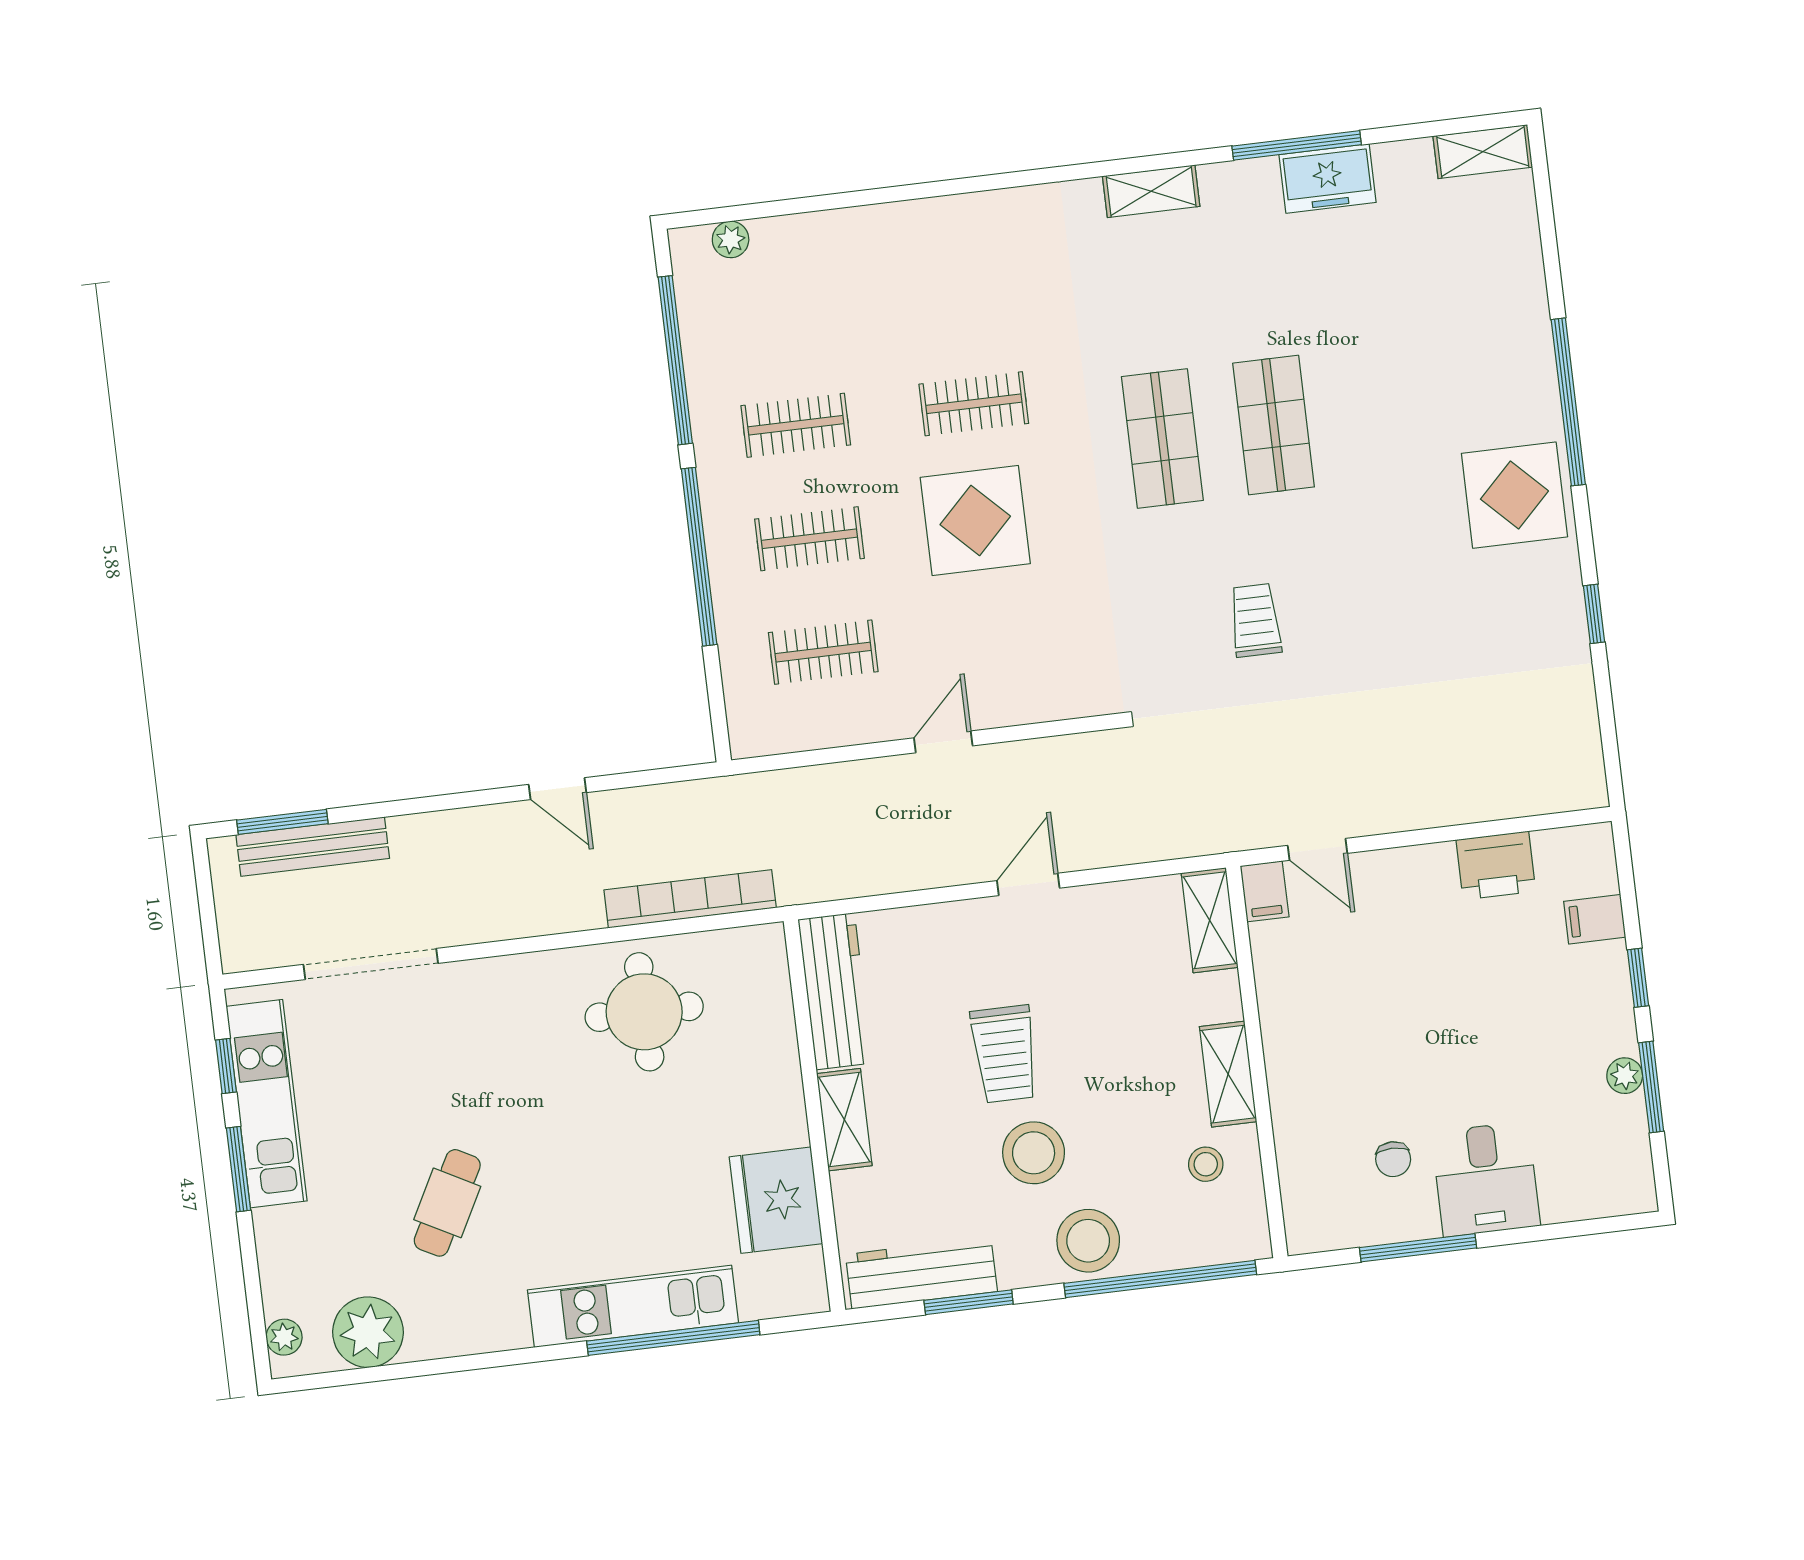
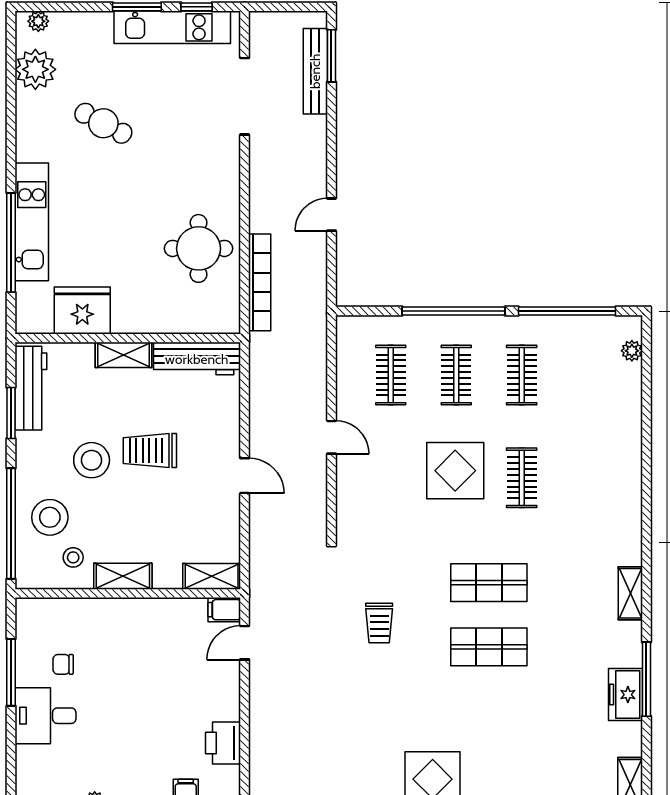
trolley: (1255, 620) -> (379, 623), turned 90
stool: (1088, 1241) -> (50, 517), moved

